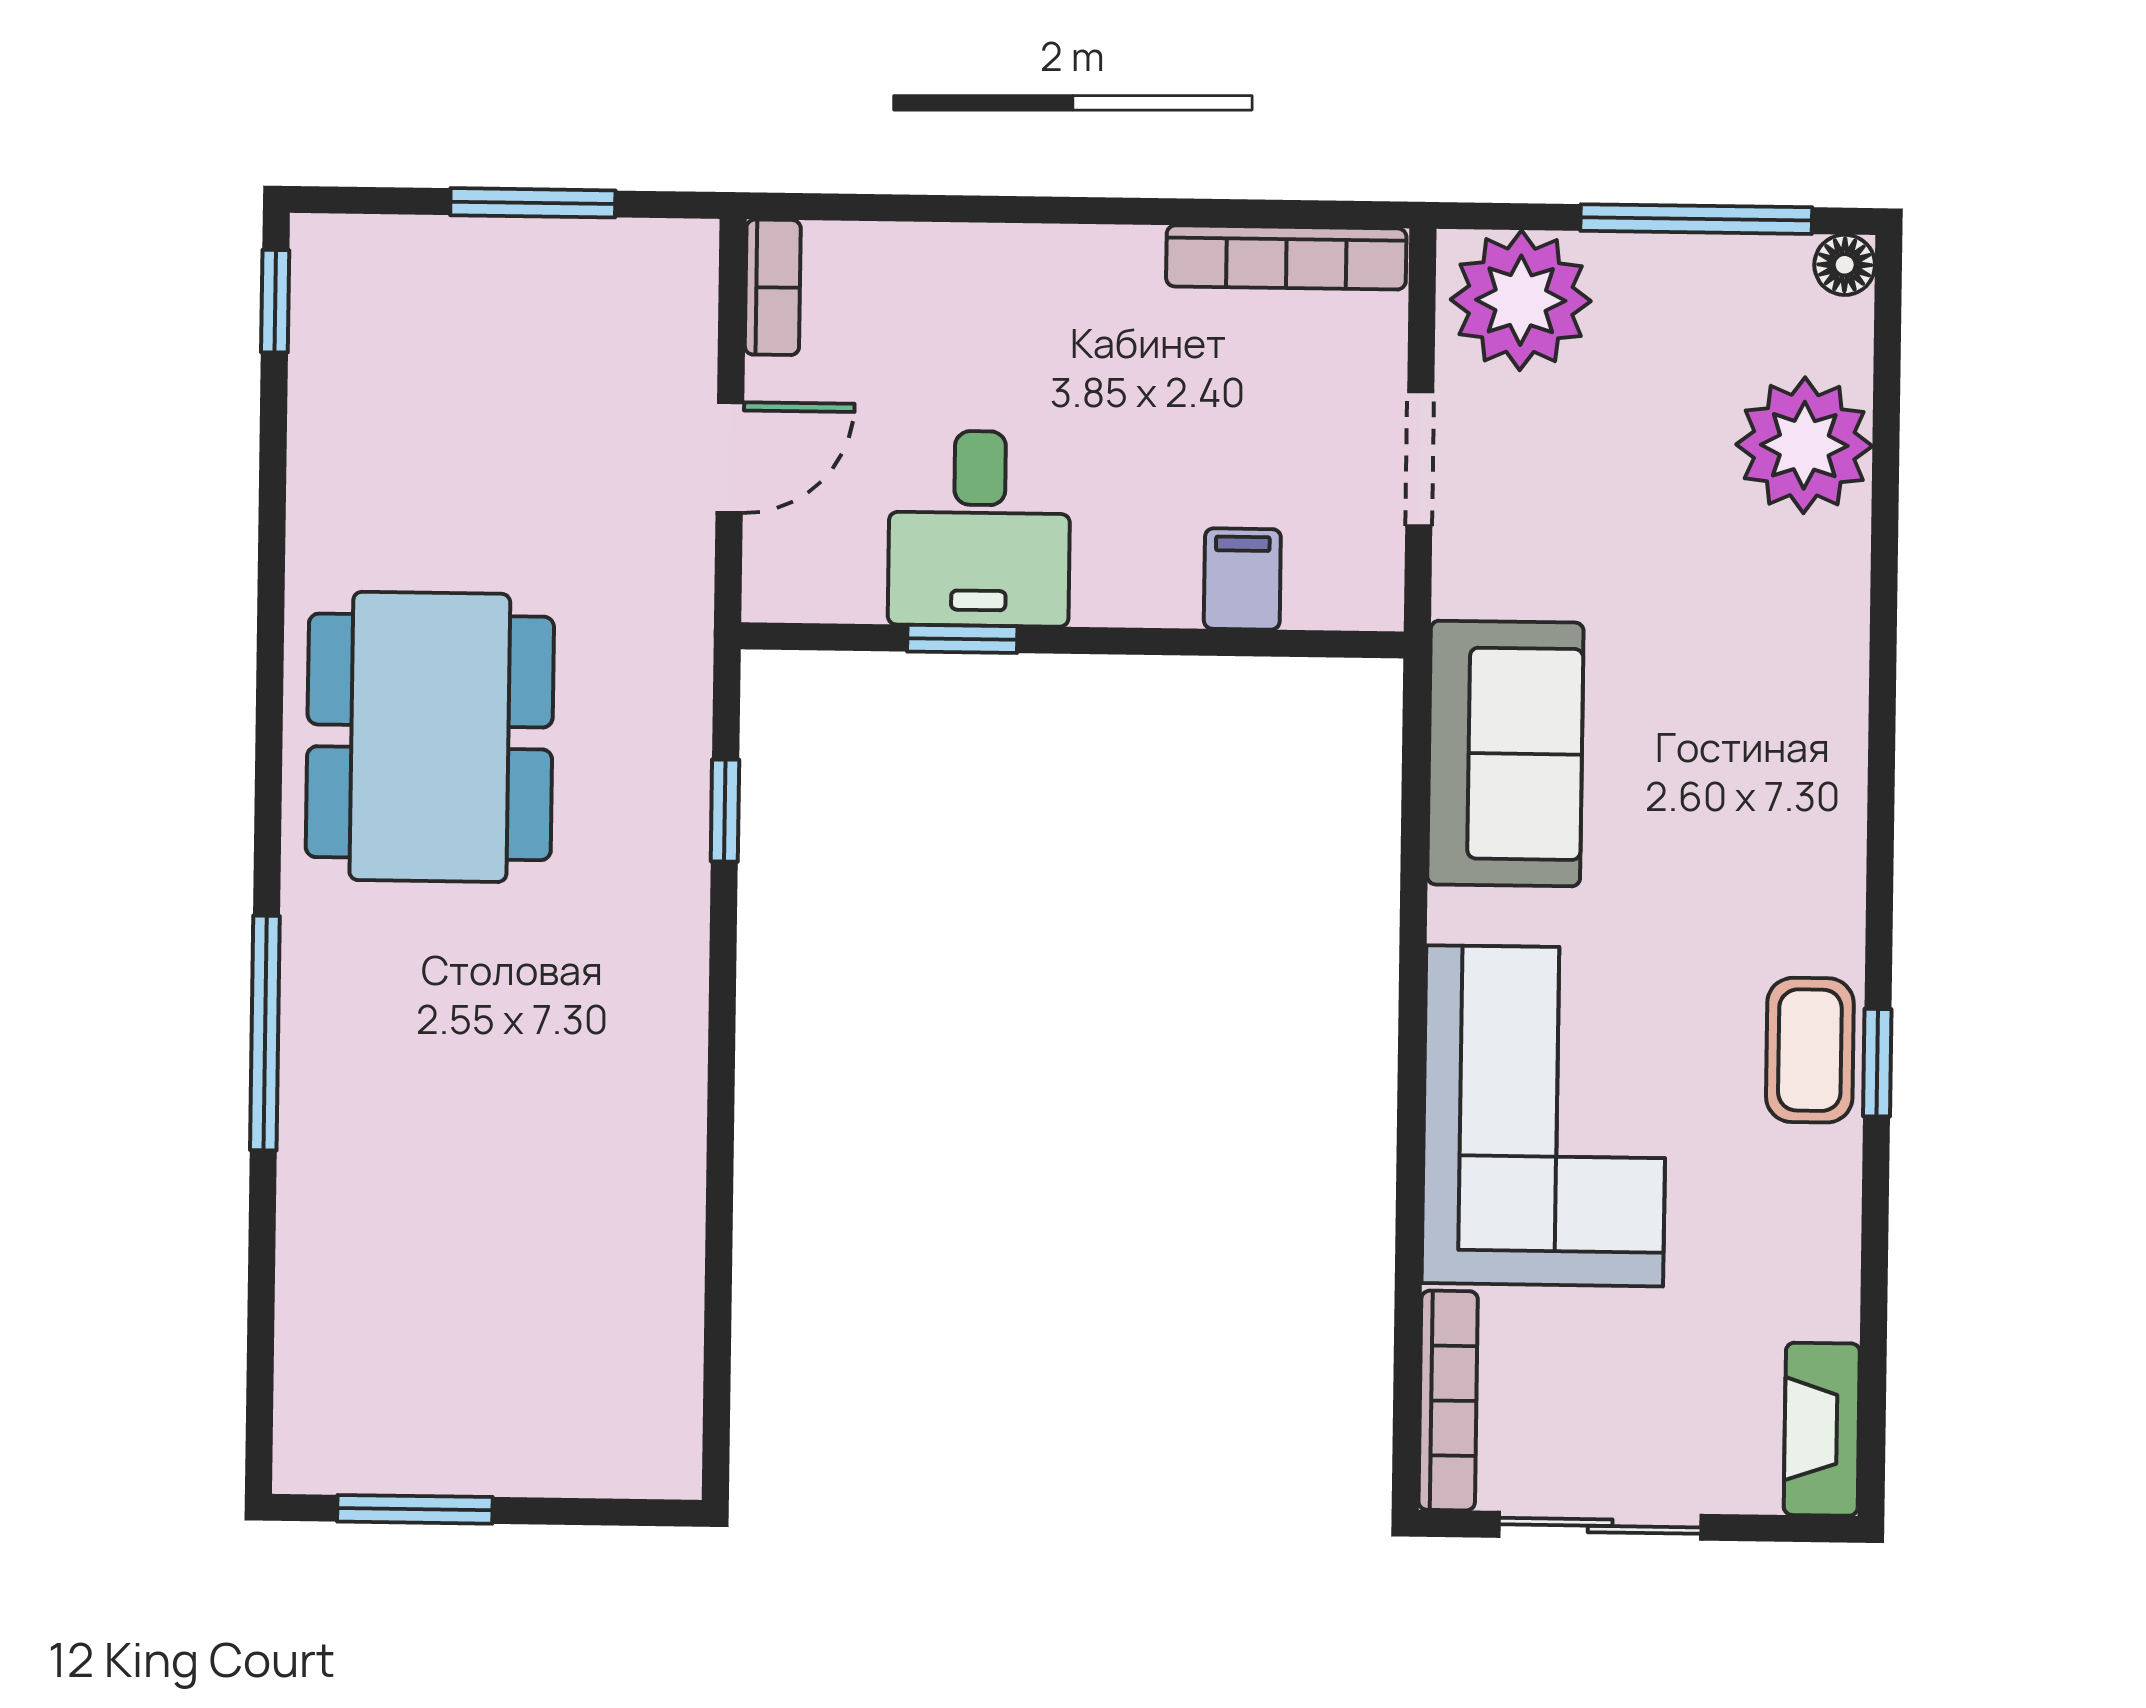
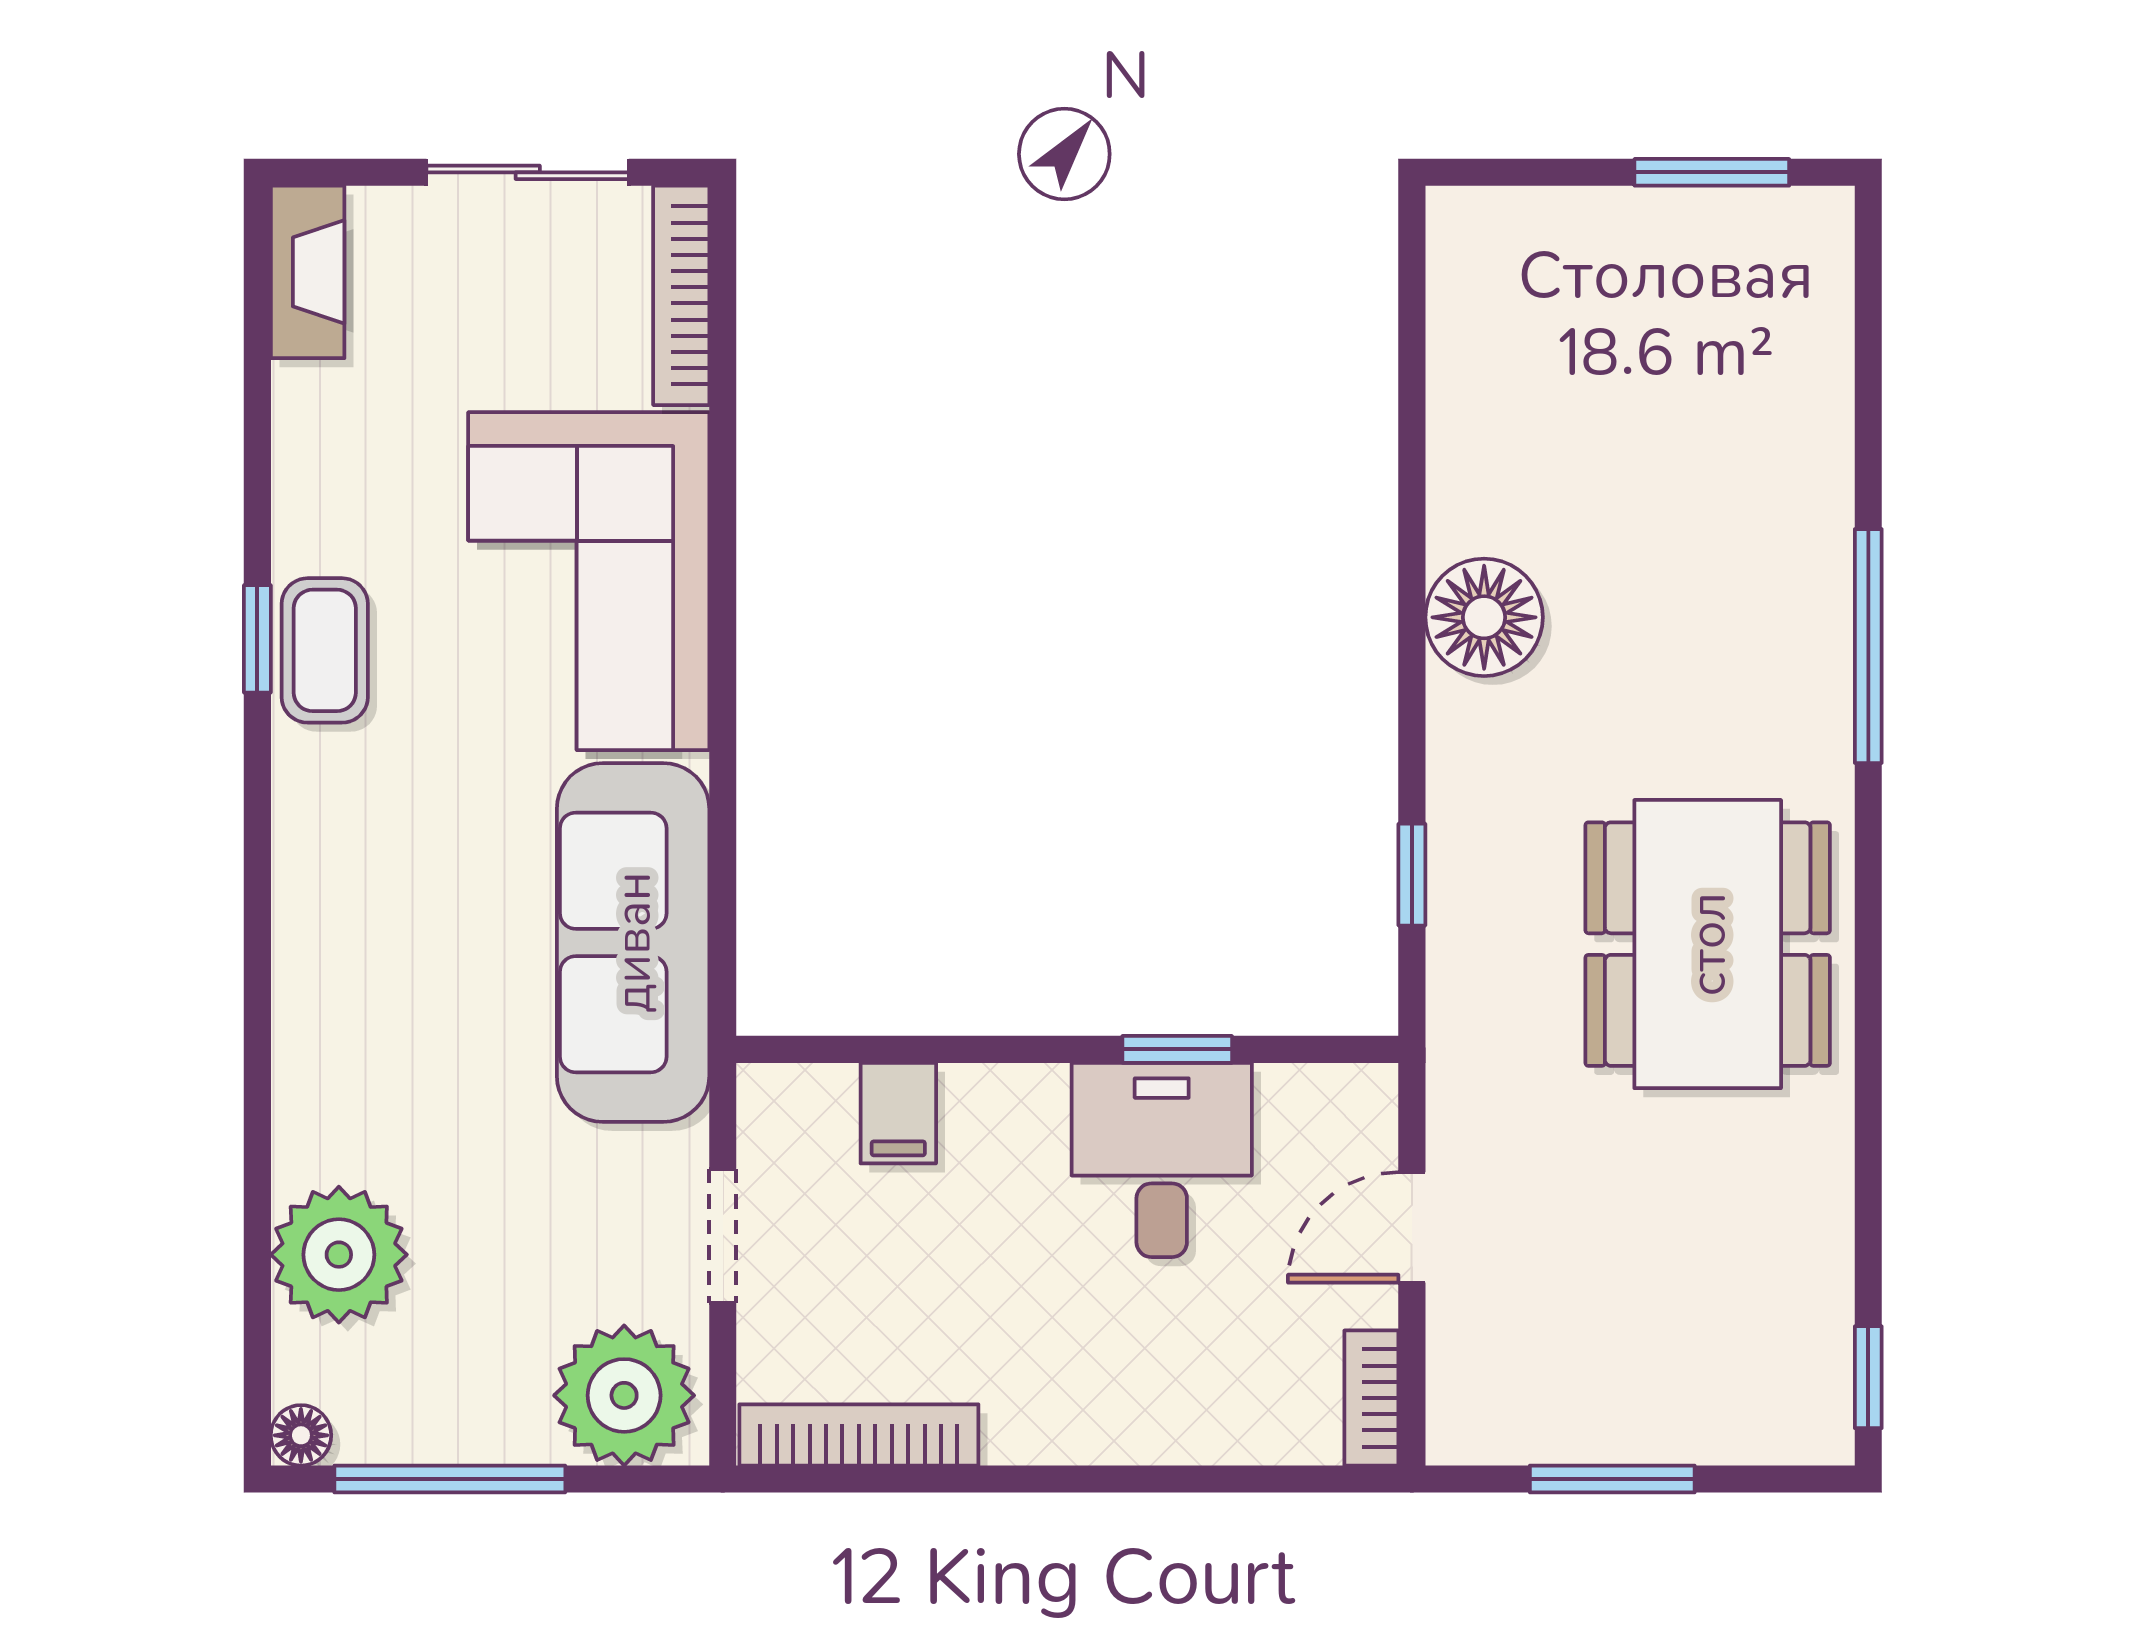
sofa: (1505, 753) -> (633, 942), width x1.36
floor lamp: (649, 1067) -> (1484, 617), added

